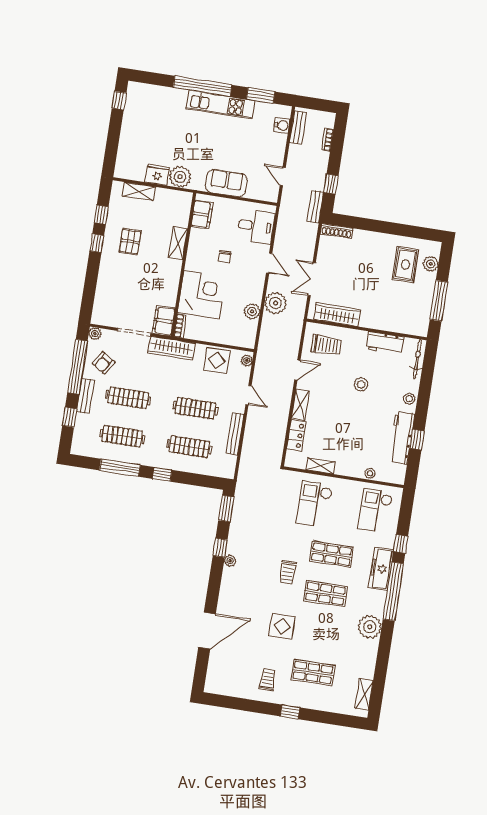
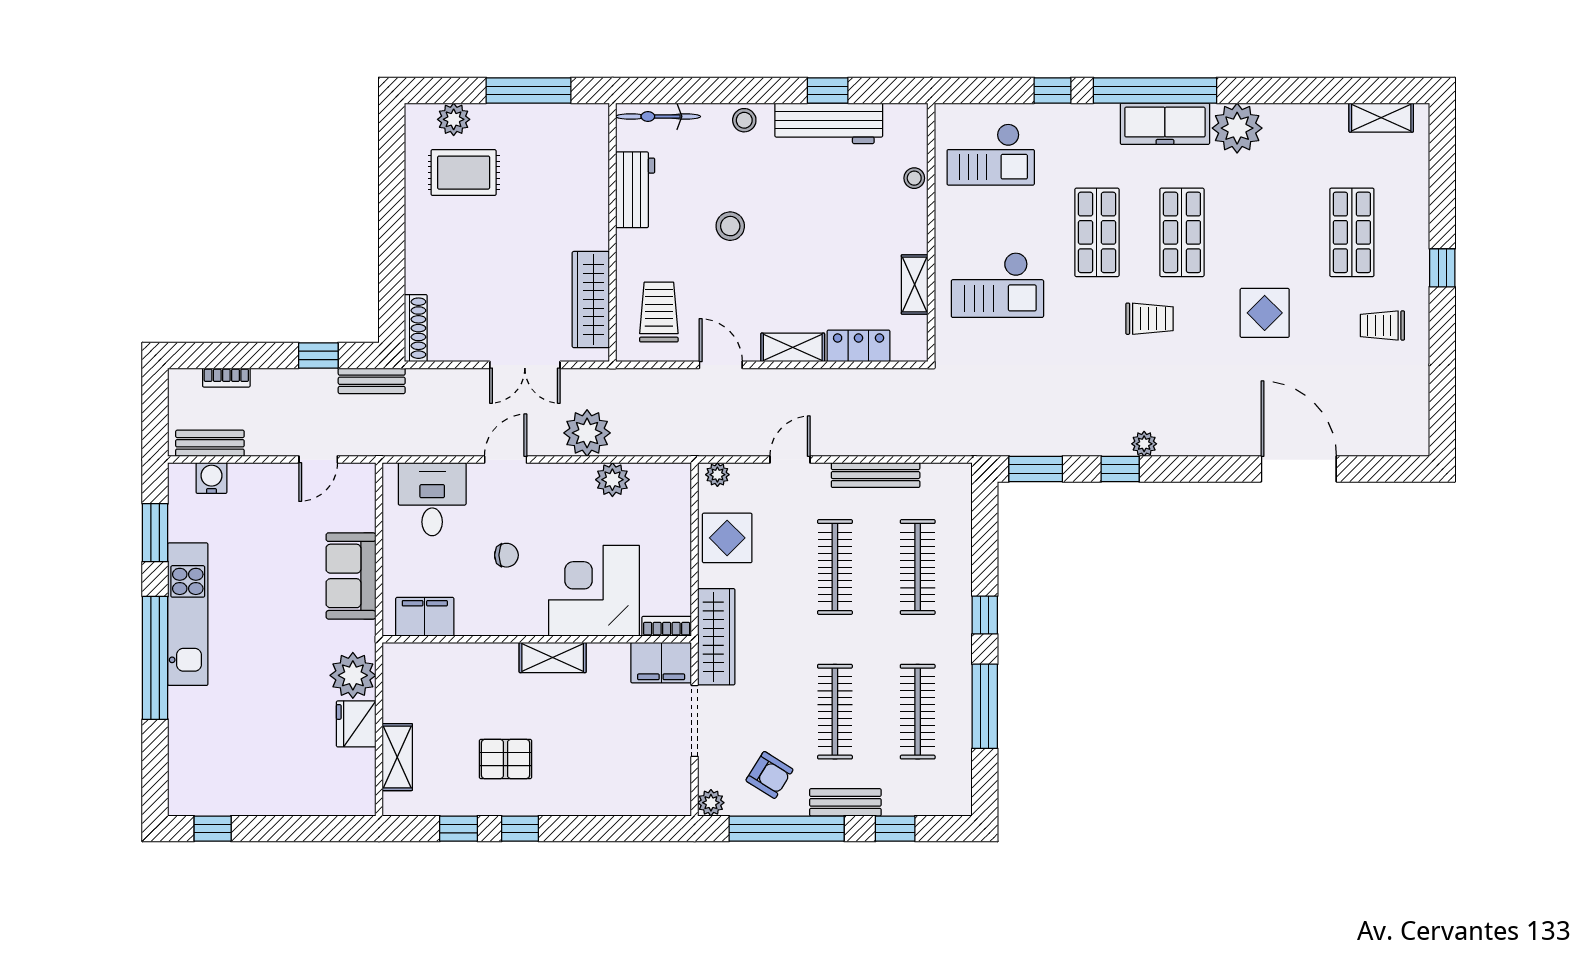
shelving: (178, 243) -> (553, 658), moved
freezer: (381, 569) -> (1165, 124), moved

